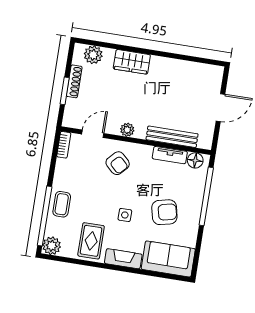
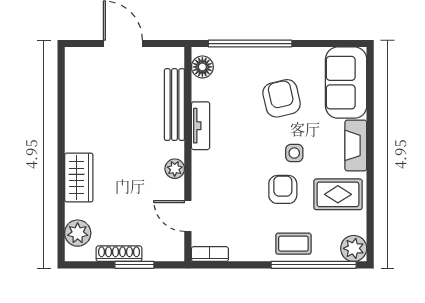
tv unit: (170, 155) -> (201, 126), moved
armchair: (118, 163) -> (283, 189), moved, turned -43

